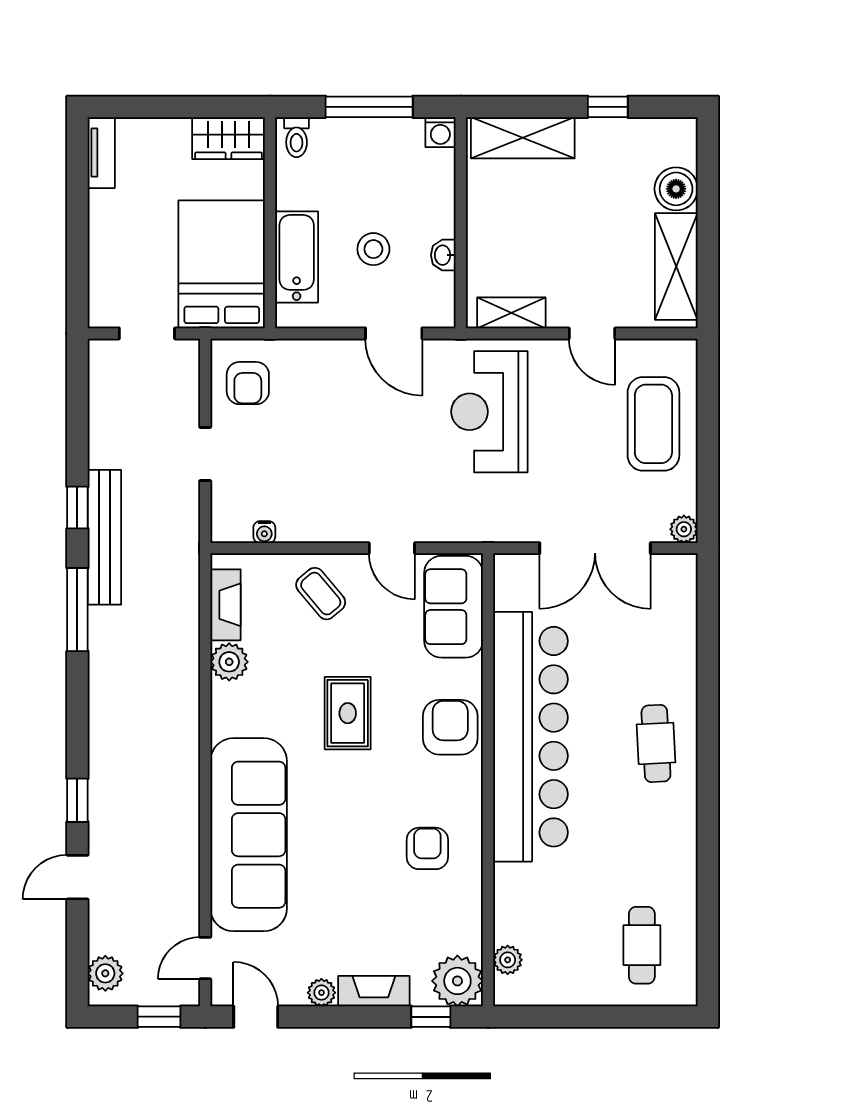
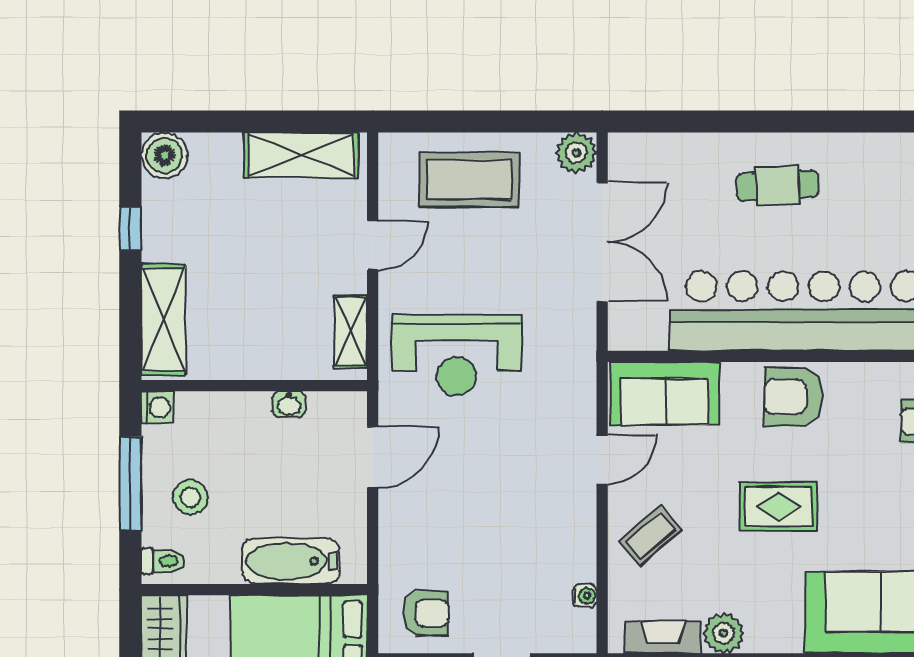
boiler: (676, 189) -> (164, 156), moved
stool: (373, 249) -> (190, 497), moved
plant: (684, 529) -> (576, 153), width x1.38, depth x1.38
cafe table: (656, 743) -> (777, 186), moved

